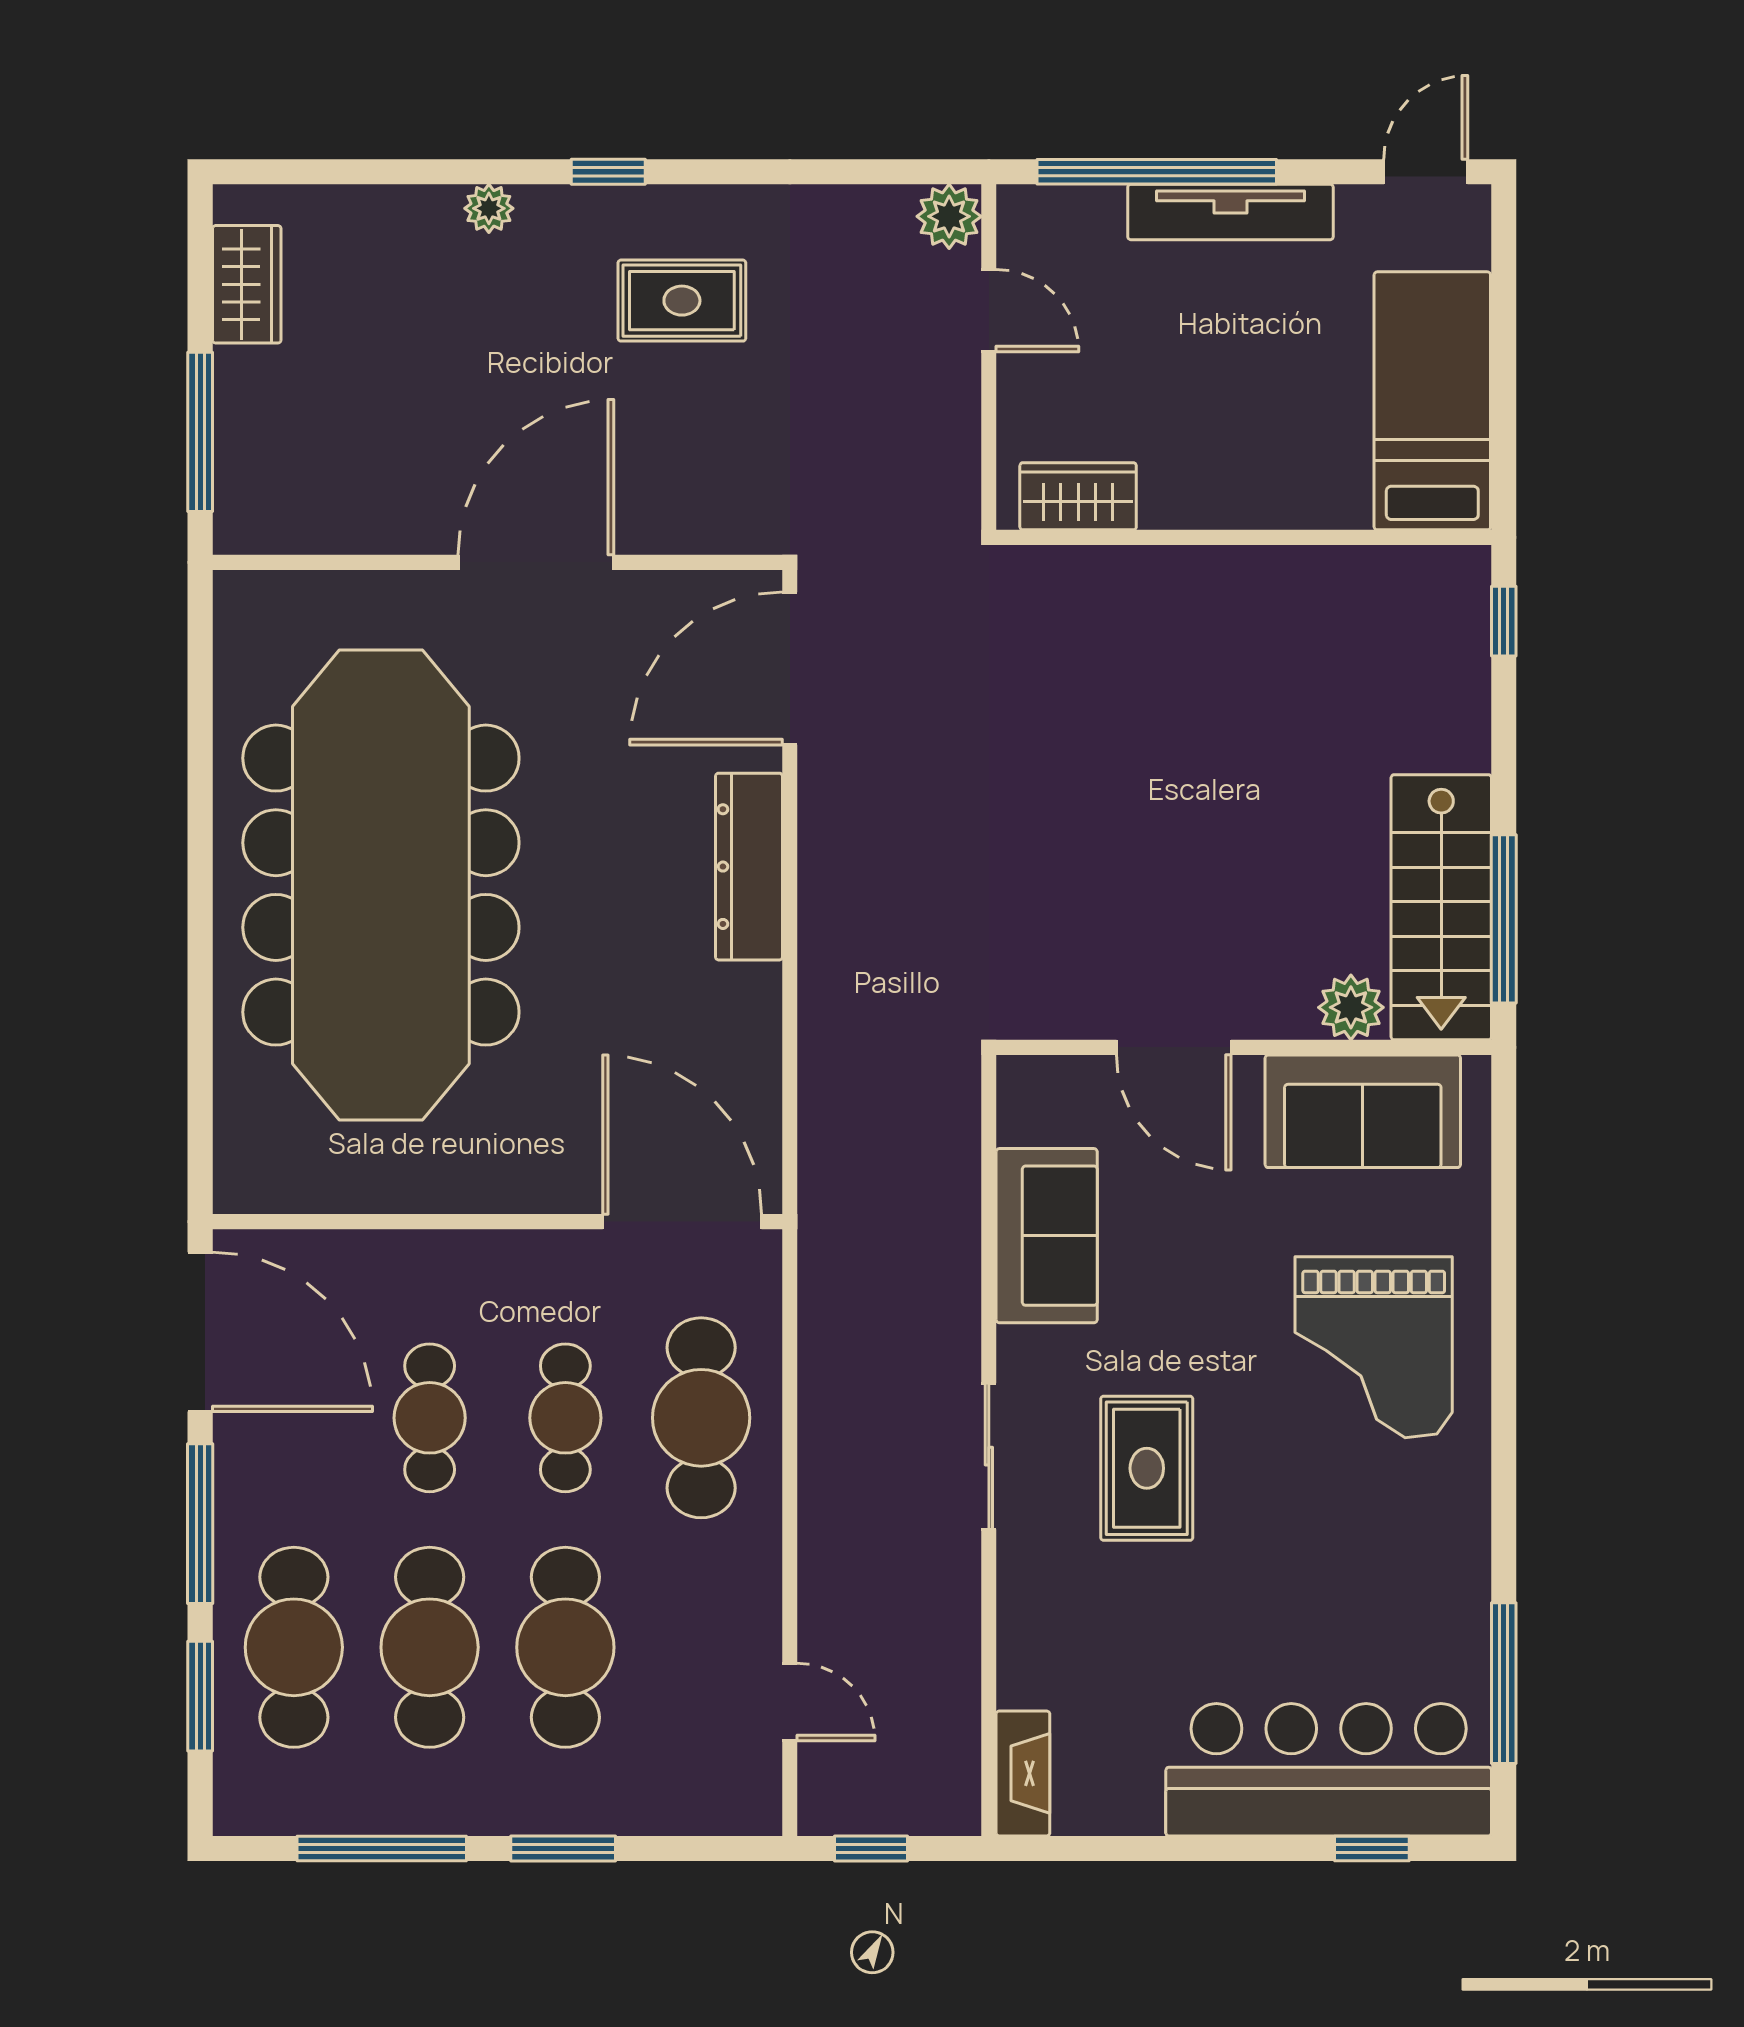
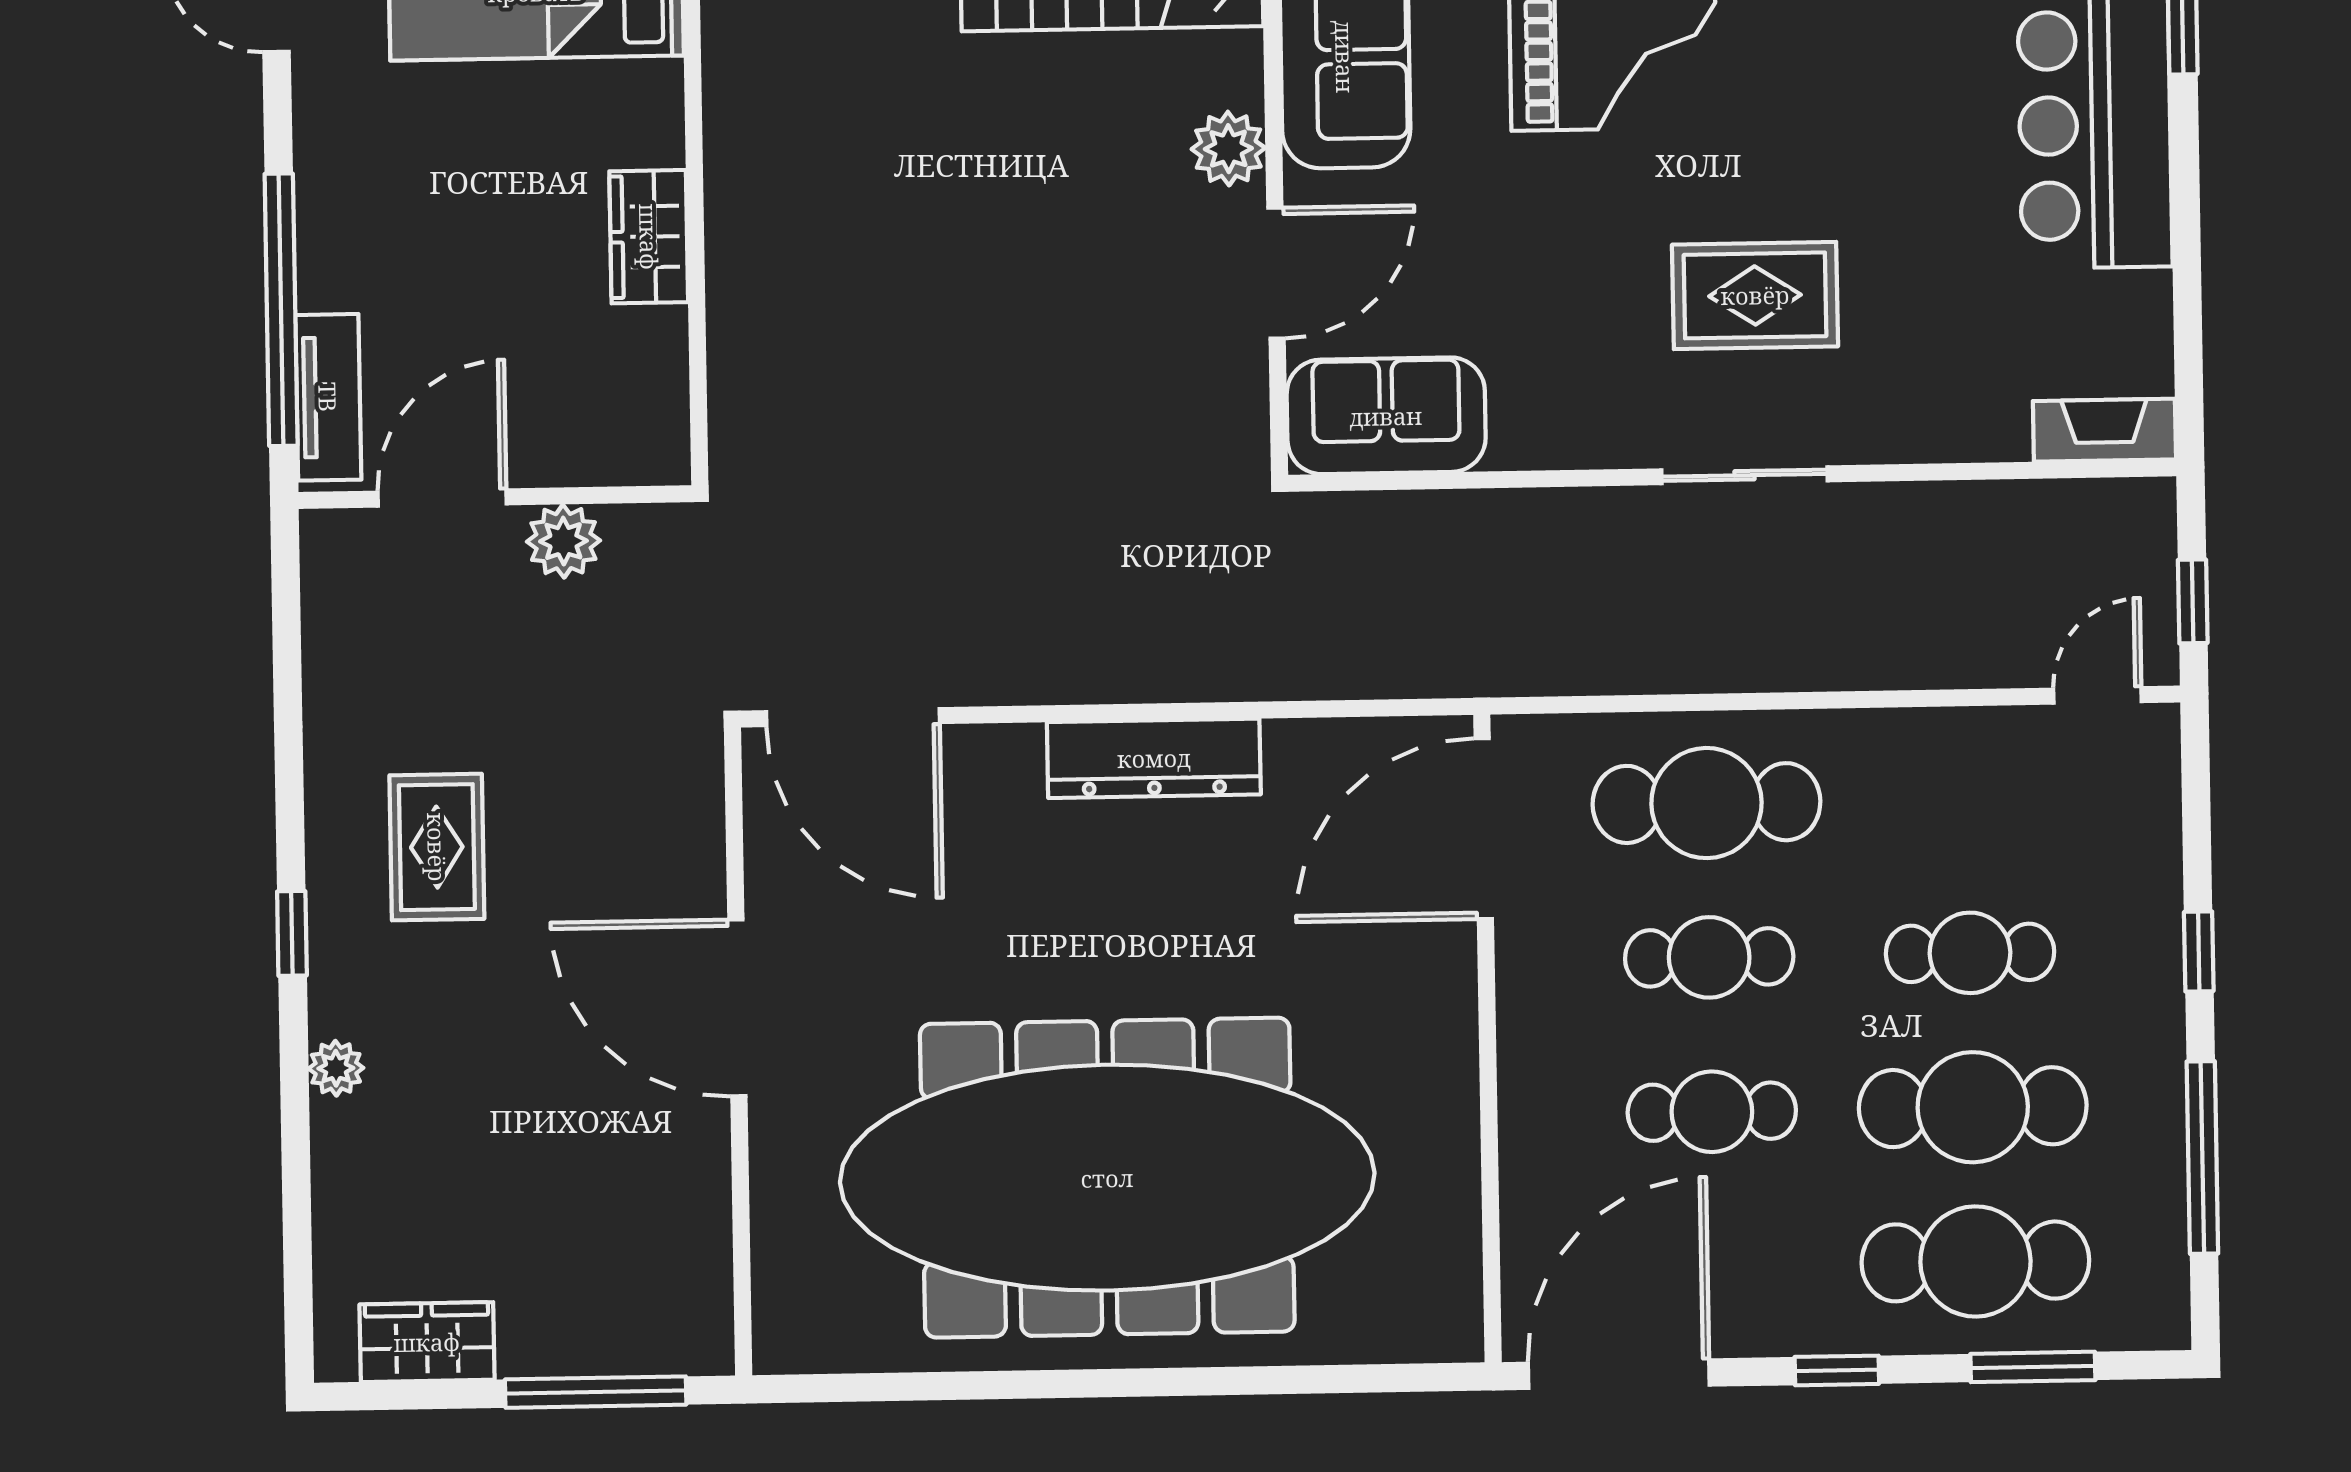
tv unit: (1230, 212) -> (328, 397), moved, width x0.71
plant: (949, 216) -> (563, 541), moved
door: (989, 311) -> (442, 498), width x1.38
wardrobe: (1078, 496) -> (649, 237), moved
dresser: (749, 867) -> (1154, 758), moved
plant: (1351, 1007) -> (1228, 149), moved
sofa: (1047, 1236) -> (1386, 416), moved
window: (200, 1524) -> (1837, 1370), width x0.46
cafe table: (565, 1647) -> (1970, 953), width x0.73, depth x0.74
door: (790, 1702) -> (2097, 695), moved
window: (563, 1848) -> (2199, 951), width x0.67

